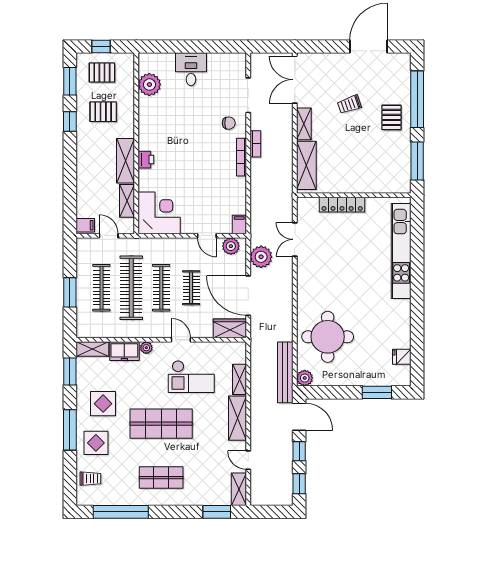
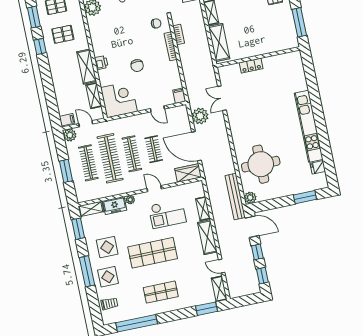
chair: (192, 173) -> (137, 66), added
locker: (342, 205) -> (251, 66), width x0.66
plant: (231, 246) -> (70, 135), moved
kitchen unit: (401, 251) -> (309, 126), moved

